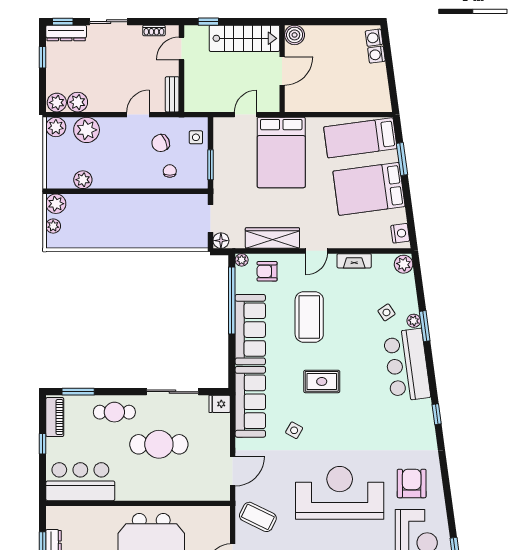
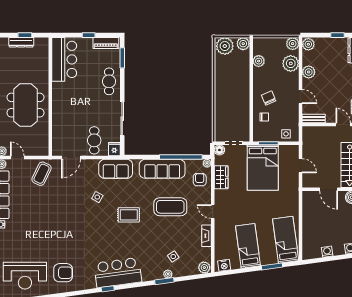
washing machine: (376, 55) -> (327, 252), moved
plant: (78, 102) -> (309, 72), moved
chair: (161, 143) -> (269, 98), moved
bed: (281, 152) -> (263, 168), moved, turned -90
bed: (369, 189) -> (248, 246), width x0.67
plant: (53, 226) -> (225, 46), width x1.87, depth x1.87
wardrobe: (272, 238) -> (221, 177), width x0.67
bar counter: (407, 365) -> (118, 273), moved
rug: (322, 381) -> (129, 215), turned 90
sofa: (250, 402) -> (116, 169), width x0.73
cafe table: (159, 444) -> (94, 140), moved, width x0.73, depth x0.74
door: (233, 471) -> (71, 158), hinge flipped
reception desk: (340, 493) -> (57, 226), removed

